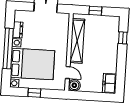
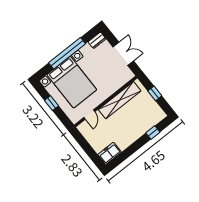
dresser: (18, 30) -> (97, 40), moved
boiler: (74, 85) -> (84, 128), removed

